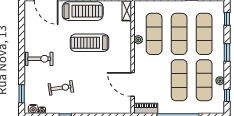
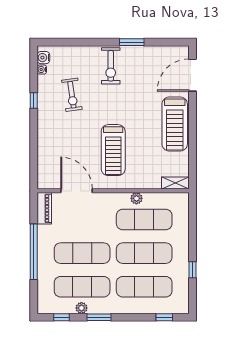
treadmill: (90, 43) -> (113, 150), moved, turned 180
window: (227, 52) -> (99, 317), moved
door: (133, 84) -> (76, 191), hinge flipped
window: (22, 94) -> (132, 42), moved

